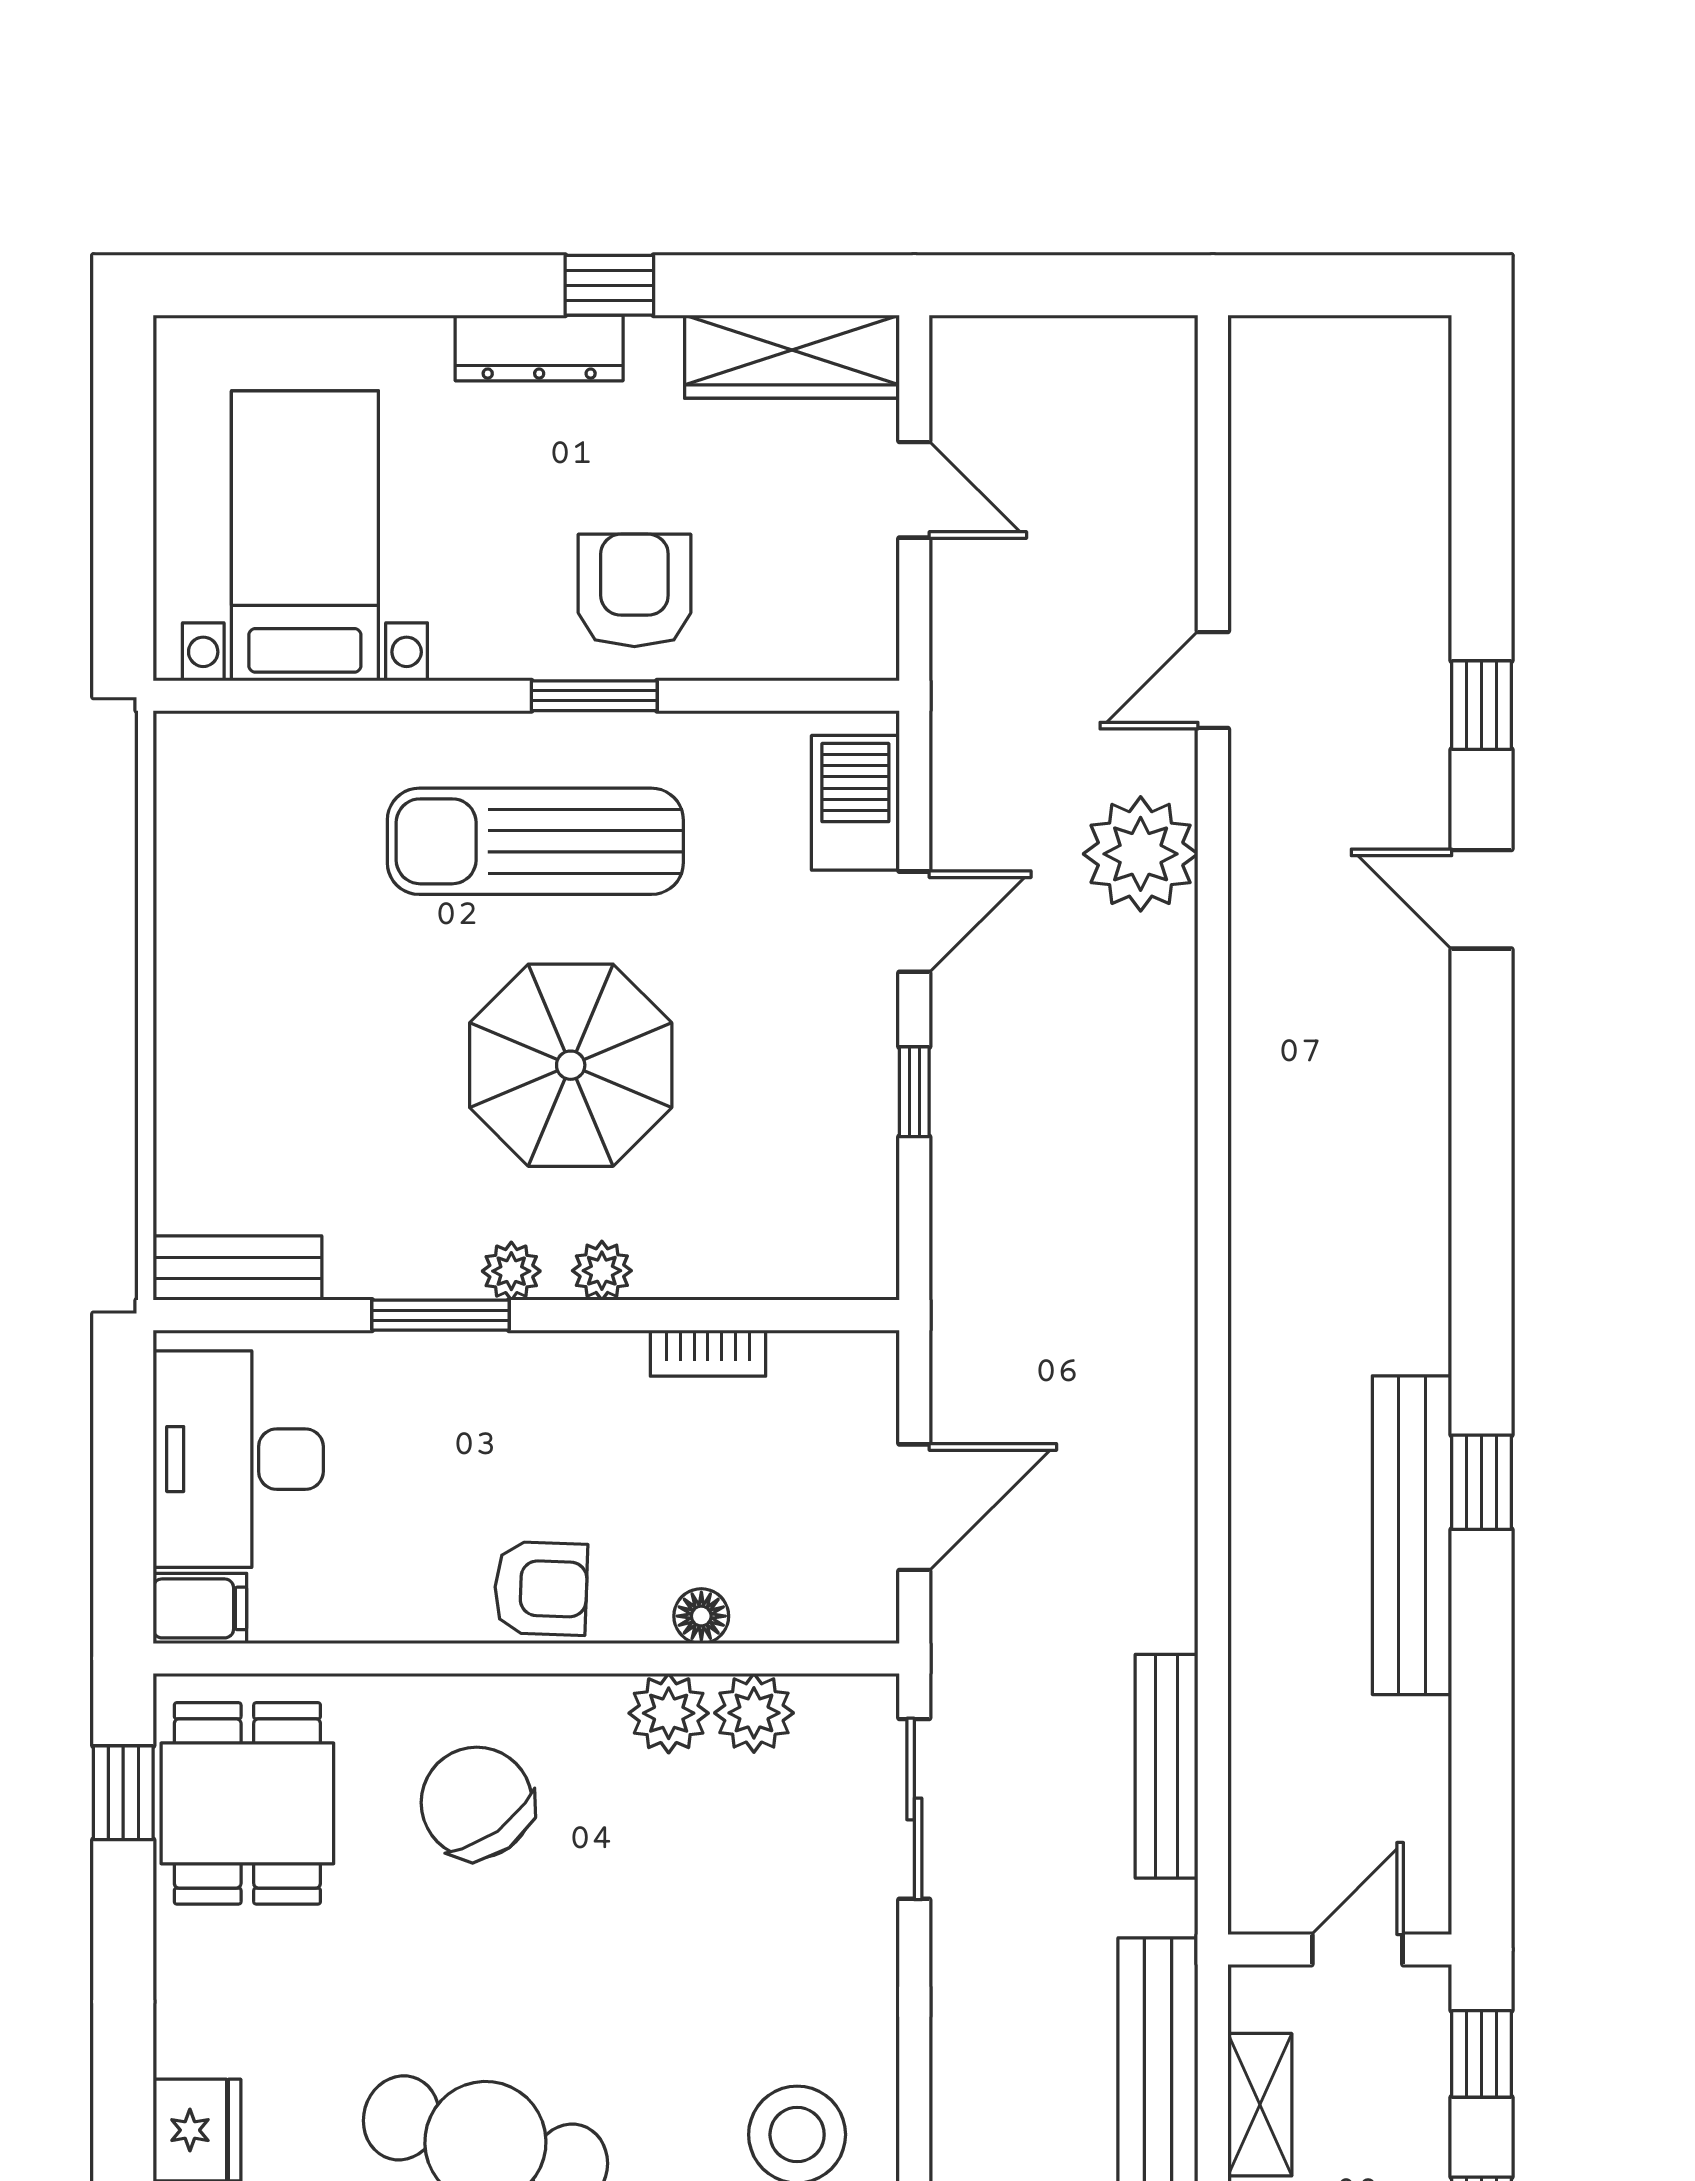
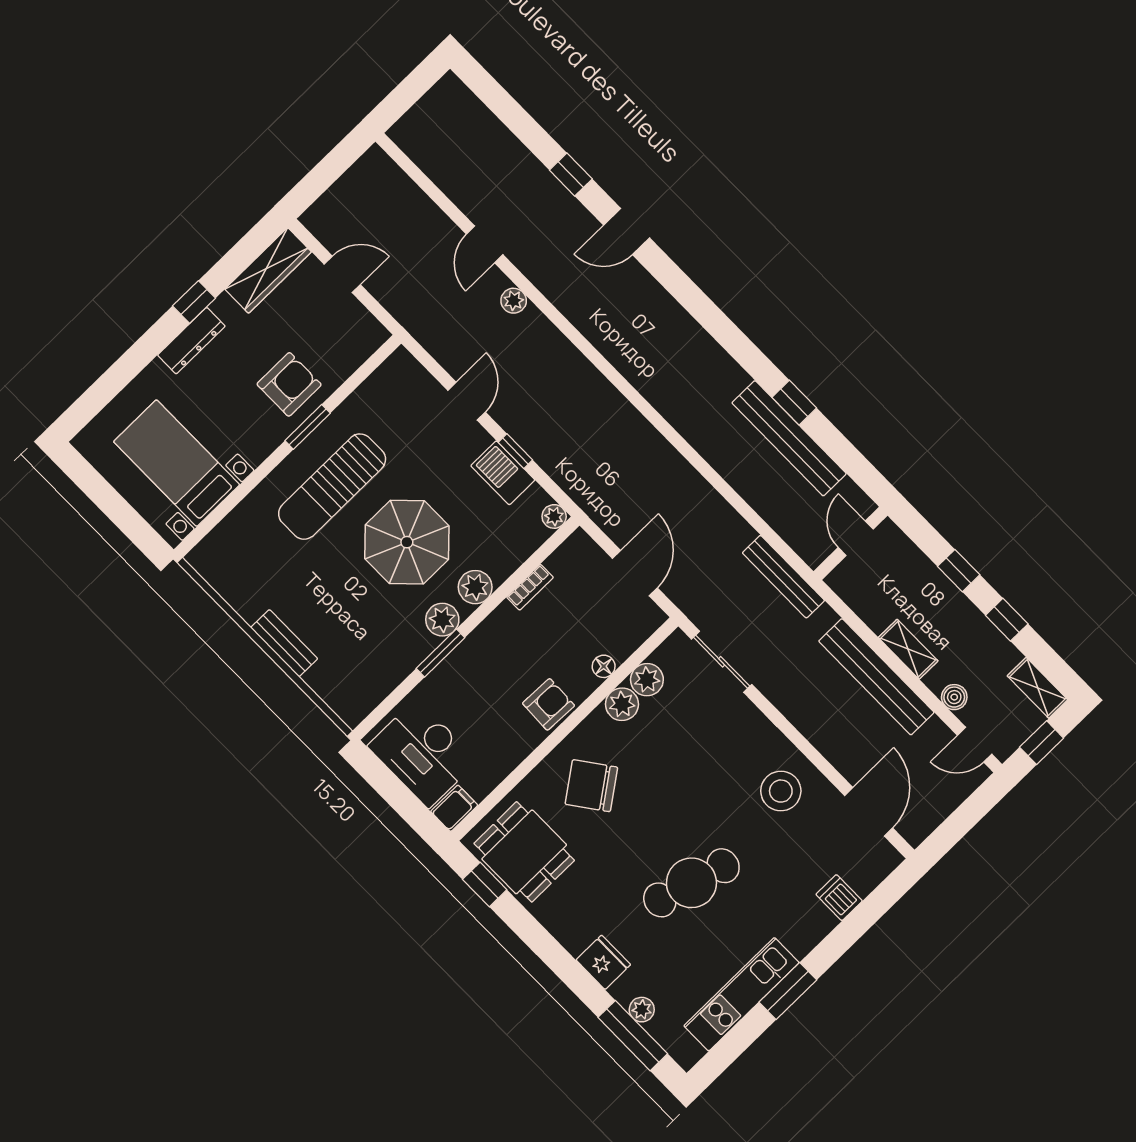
armchair: (634, 590) -> (289, 384), turned 90
barbecue: (855, 803) -> (503, 473), moved
plant: (1141, 854) -> (514, 301), width x0.53, depth x0.53
bench: (237, 1268) -> (284, 643), moved, turned 90
plant: (511, 1271) -> (442, 620), width x1.38, depth x1.38
plant: (602, 1271) -> (475, 587), width x1.38, depth x1.38
plant: (870, 1271) -> (554, 516), added
wall: (1340, 1949) -> (850, 543), moved
door: (1357, 1949) -> (856, 538), moved

